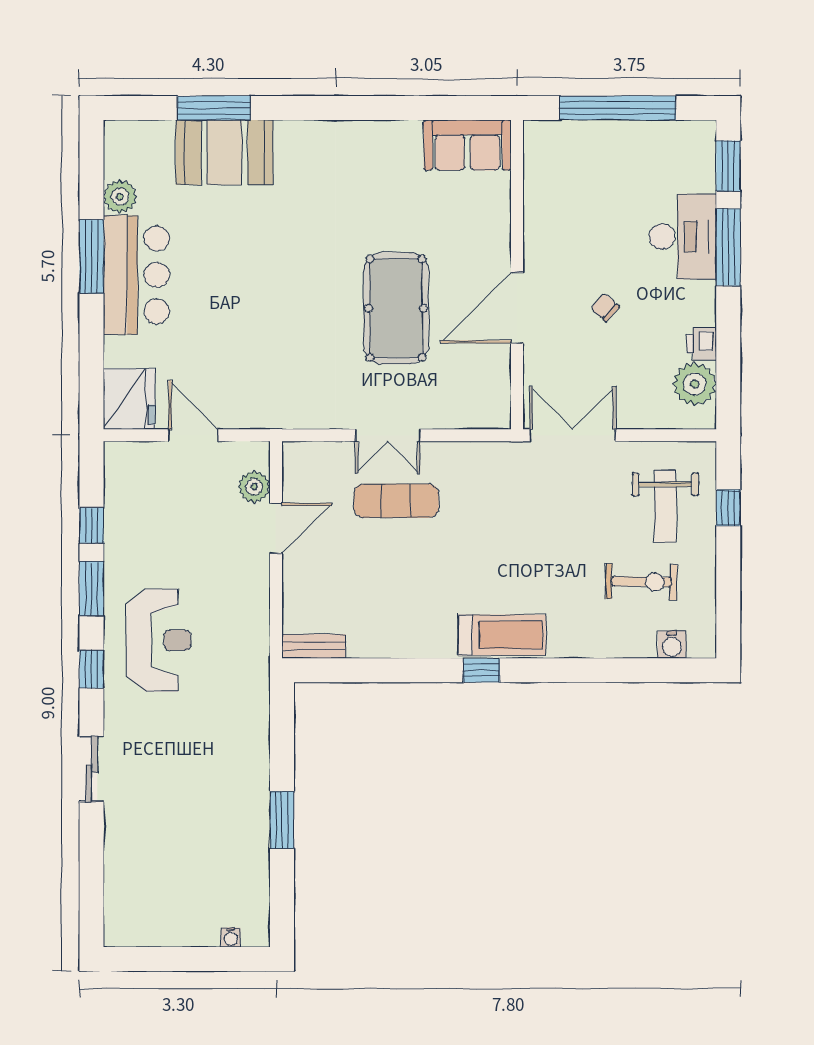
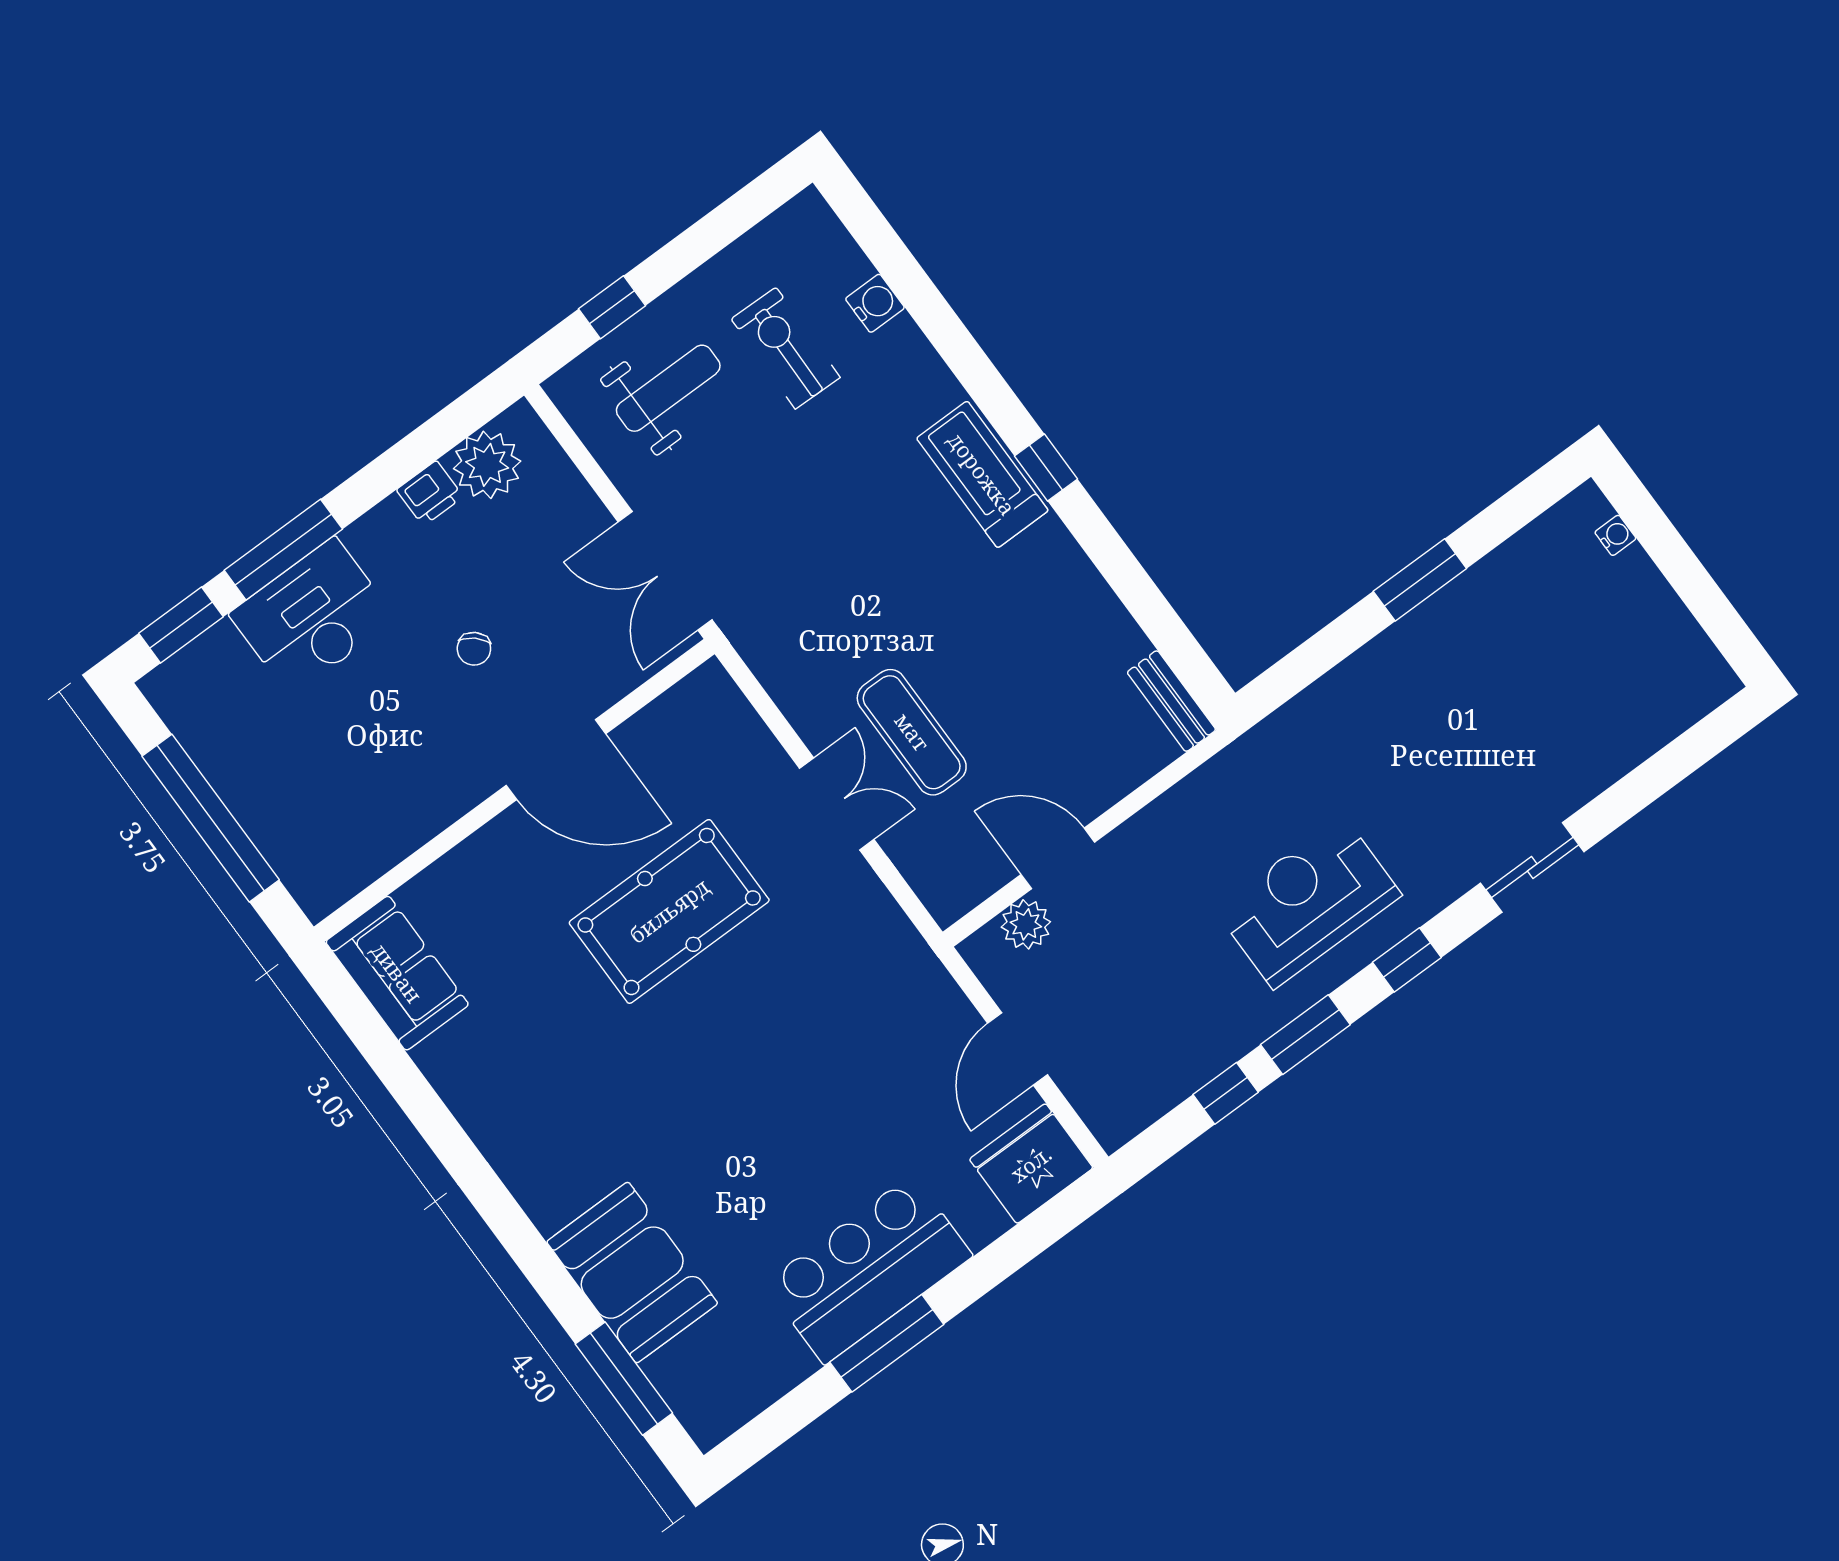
window: (214, 108) -> (624, 1379), moved
plant: (120, 197) -> (785, 1363), removed
water cooler: (672, 645) -> (875, 303), moved

